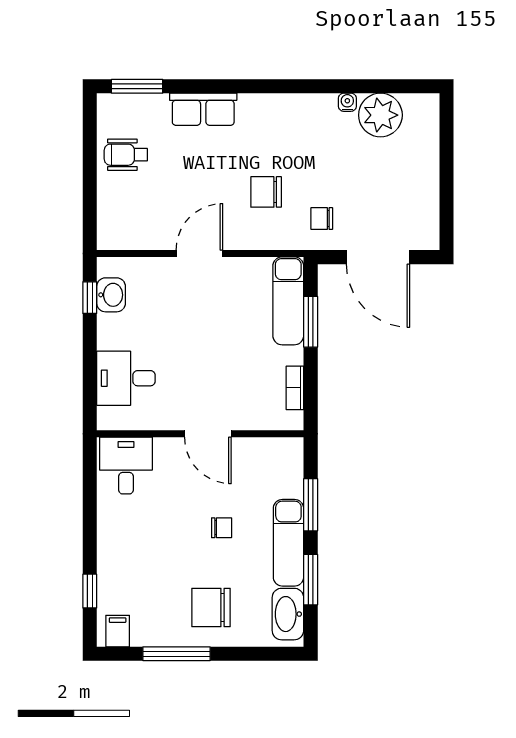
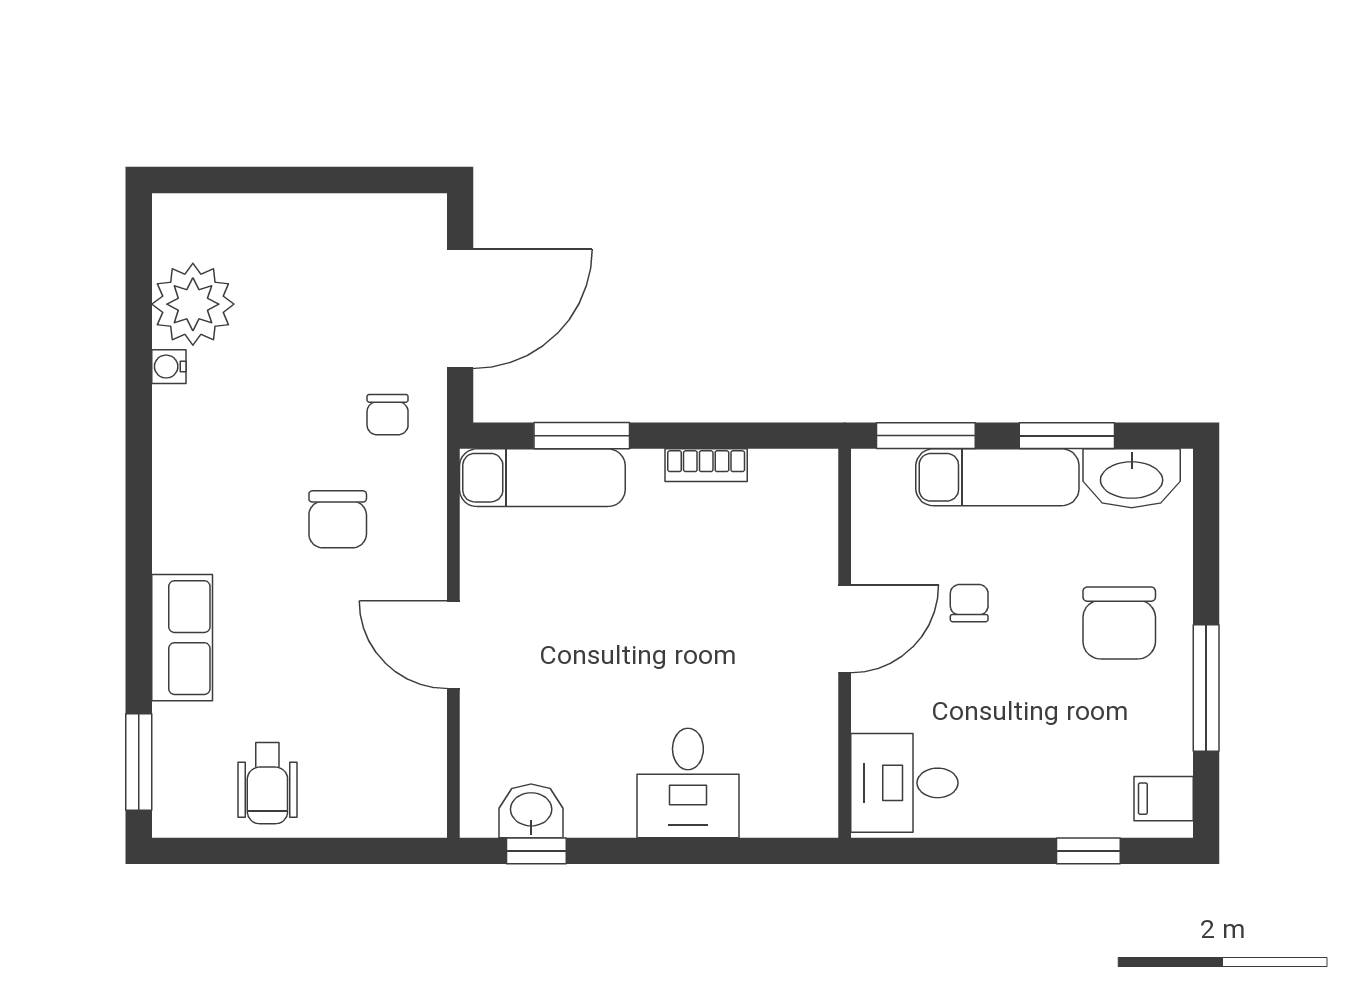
wall: (200, 434) -> (845, 643), moved
door: (208, 434) -> (845, 629), moved
desk: (126, 466) -> (904, 783), moved

